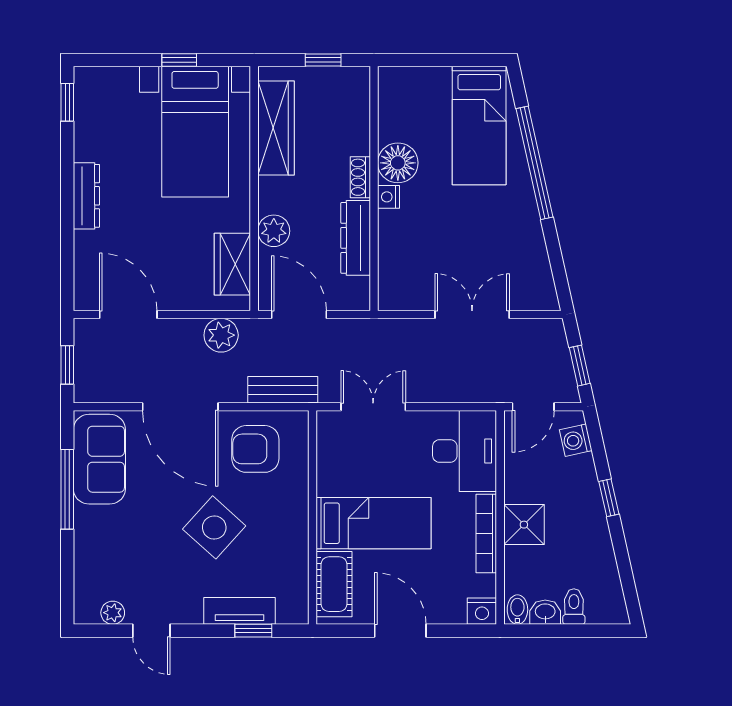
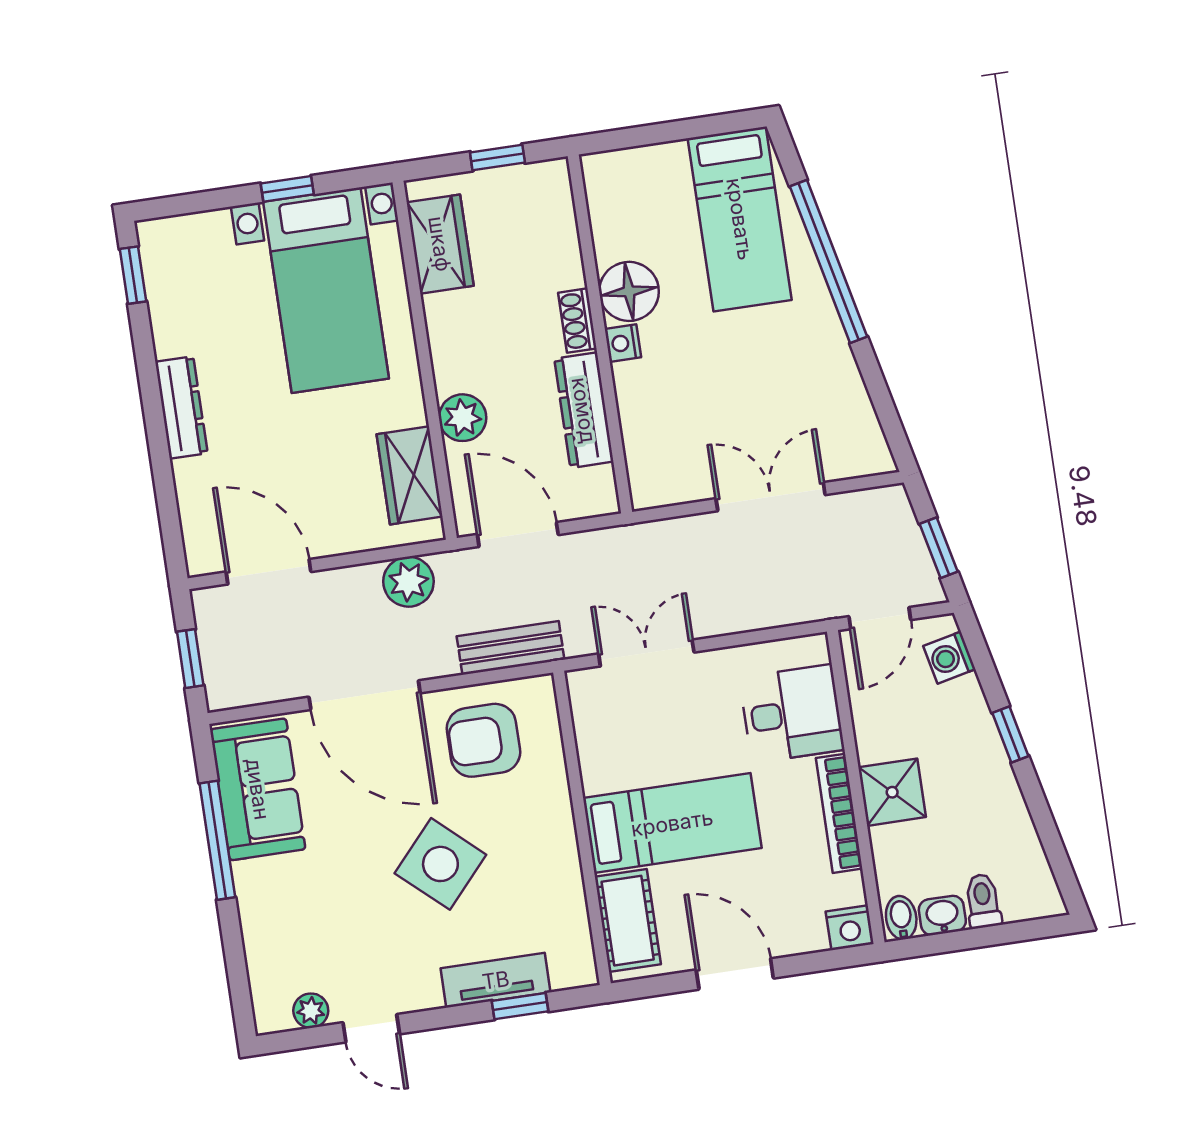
wardrobe: (276, 128) -> (440, 244), width x0.67
desk: (465, 451) -> (792, 714), width x0.73

